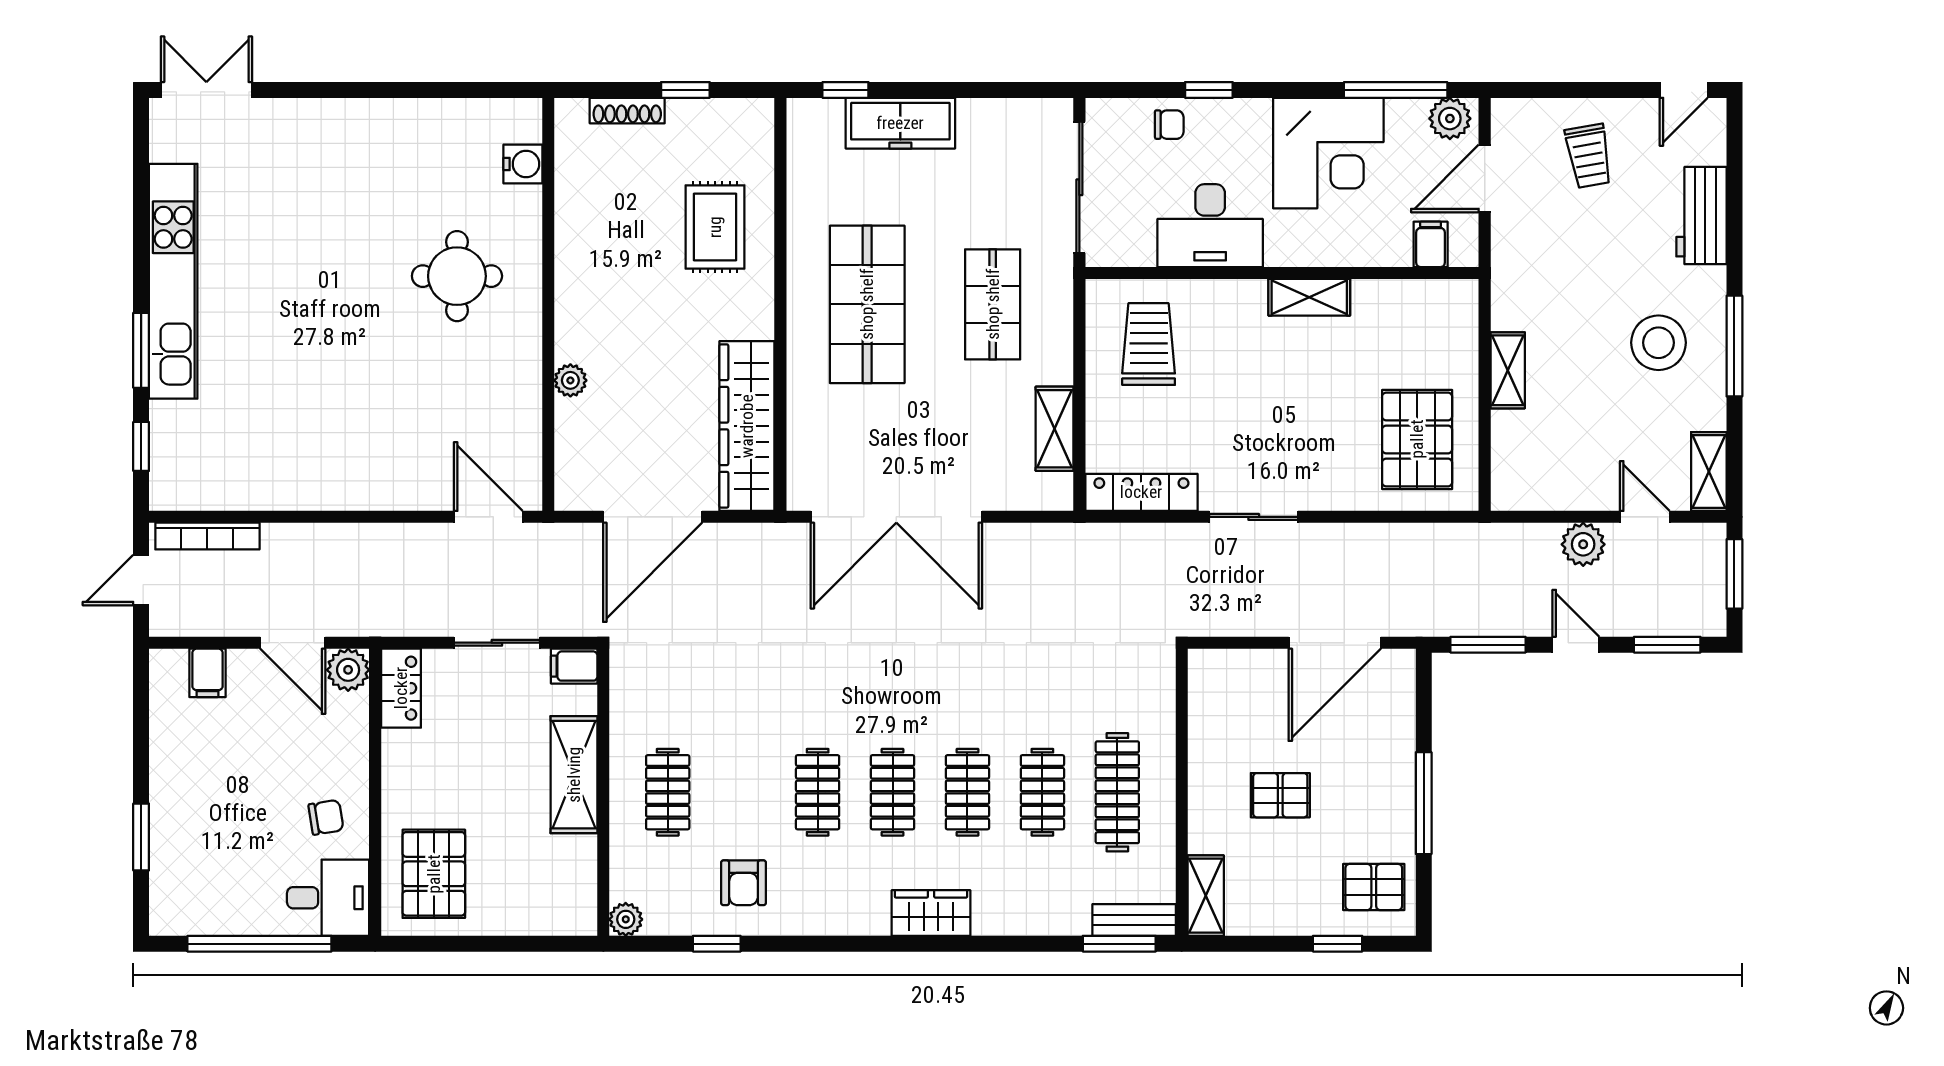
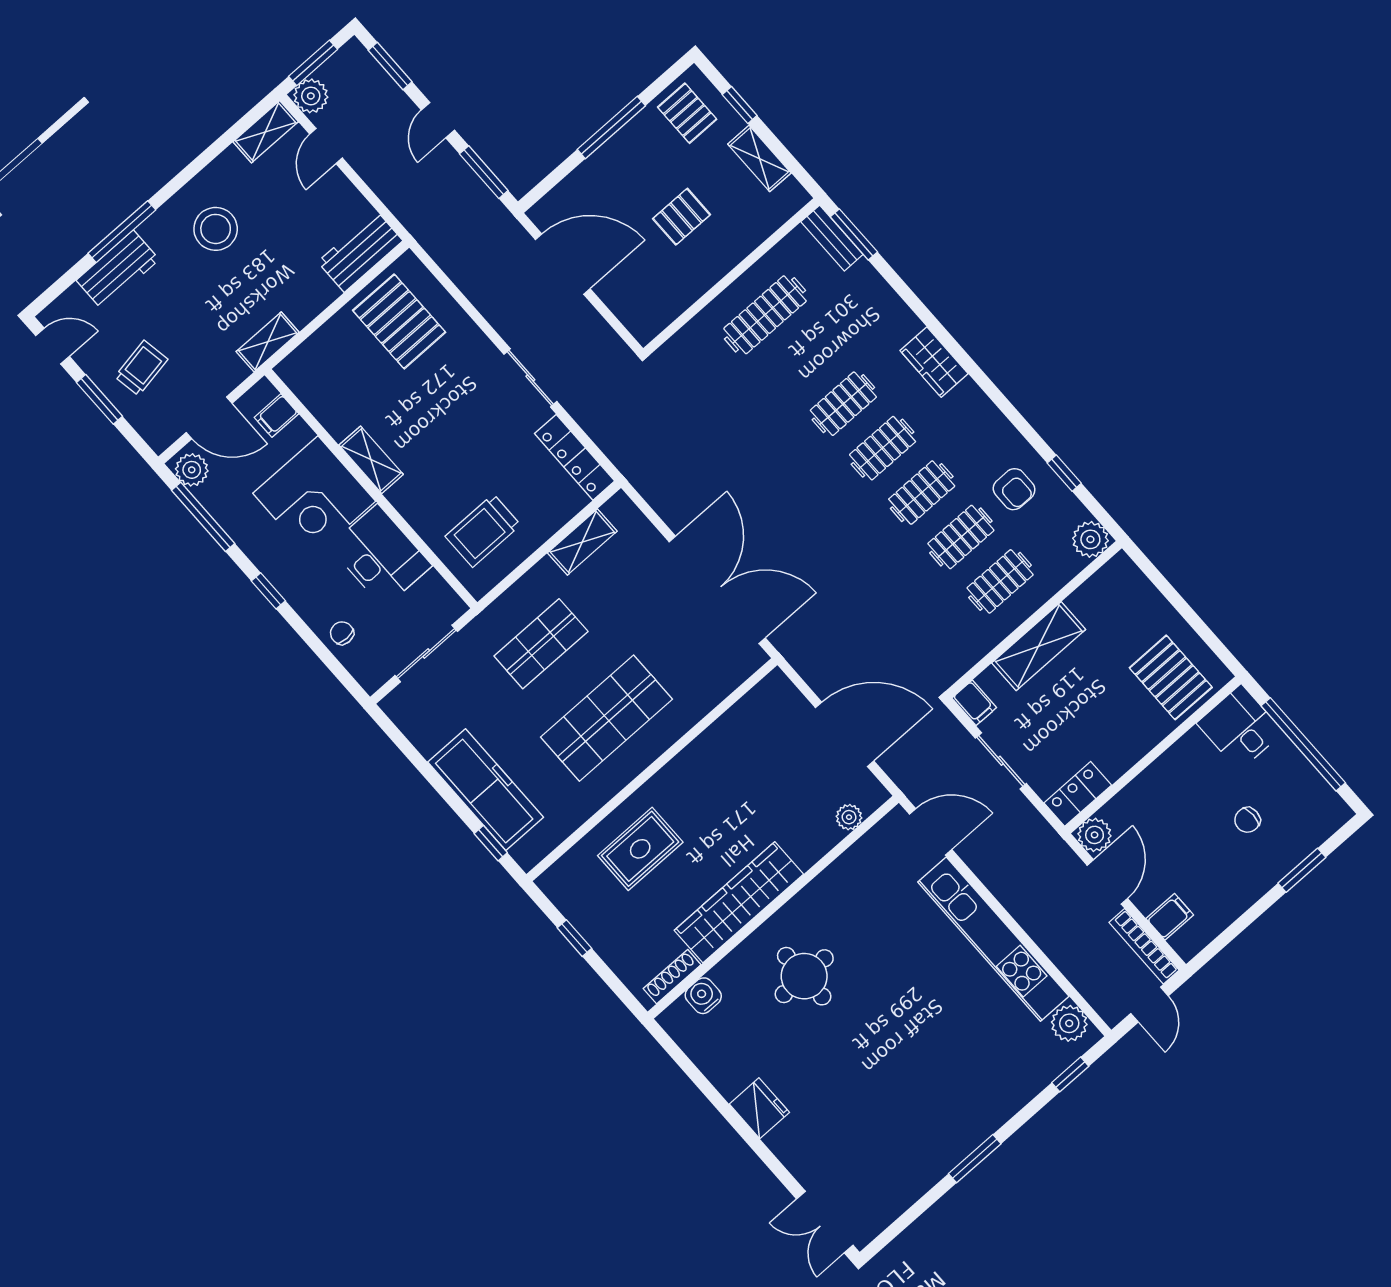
window: (1209, 90) -> (268, 591), moved
window: (1594, 90) -> (100, 399), added
shoe rack: (627, 111) -> (672, 977), moved, turned -90
fridge: (369, 123) -> (759, 1108), added
freezer: (900, 123) -> (486, 790), width x1.36, depth x1.26
corner desk: (1328, 153) -> (314, 497), moved, turned 180
sliding door: (1079, 187) -> (426, 654), width x0.73
kitchen unit: (173, 281) -> (993, 939), moved, turned -90
window: (1734, 346) -> (122, 232), moved
window: (141, 350) -> (975, 1159), moved
shelving: (1508, 370) -> (268, 342), moved
plant: (570, 380) -> (849, 817), moved
wardrobe: (747, 426) -> (739, 902), moved, turned 180
pallet: (1417, 439) -> (399, 321), turned 90
workbench: (1516, 461) -> (360, 251), added
plant: (190, 488) -> (1069, 1023), added
door: (488, 517) -> (931, 832), swing flipped
bookcase: (207, 536) -> (1144, 946), moved, turned 180
plant: (1583, 544) -> (311, 96), moved
door: (141, 580) -> (1150, 1005), hinge flipped
clothes rail: (1042, 792) -> (961, 537), moved
pallet: (1280, 795) -> (682, 217), turned 90
chair: (326, 817) -> (1247, 820), moved, turned -81
pallet: (434, 874) -> (1171, 677), turned 90
armchair: (744, 883) -> (1014, 489), turned 90
shelving: (1206, 896) -> (759, 158), moved, turned 90
plant: (626, 919) -> (1090, 539), width x1.38, depth x1.38

